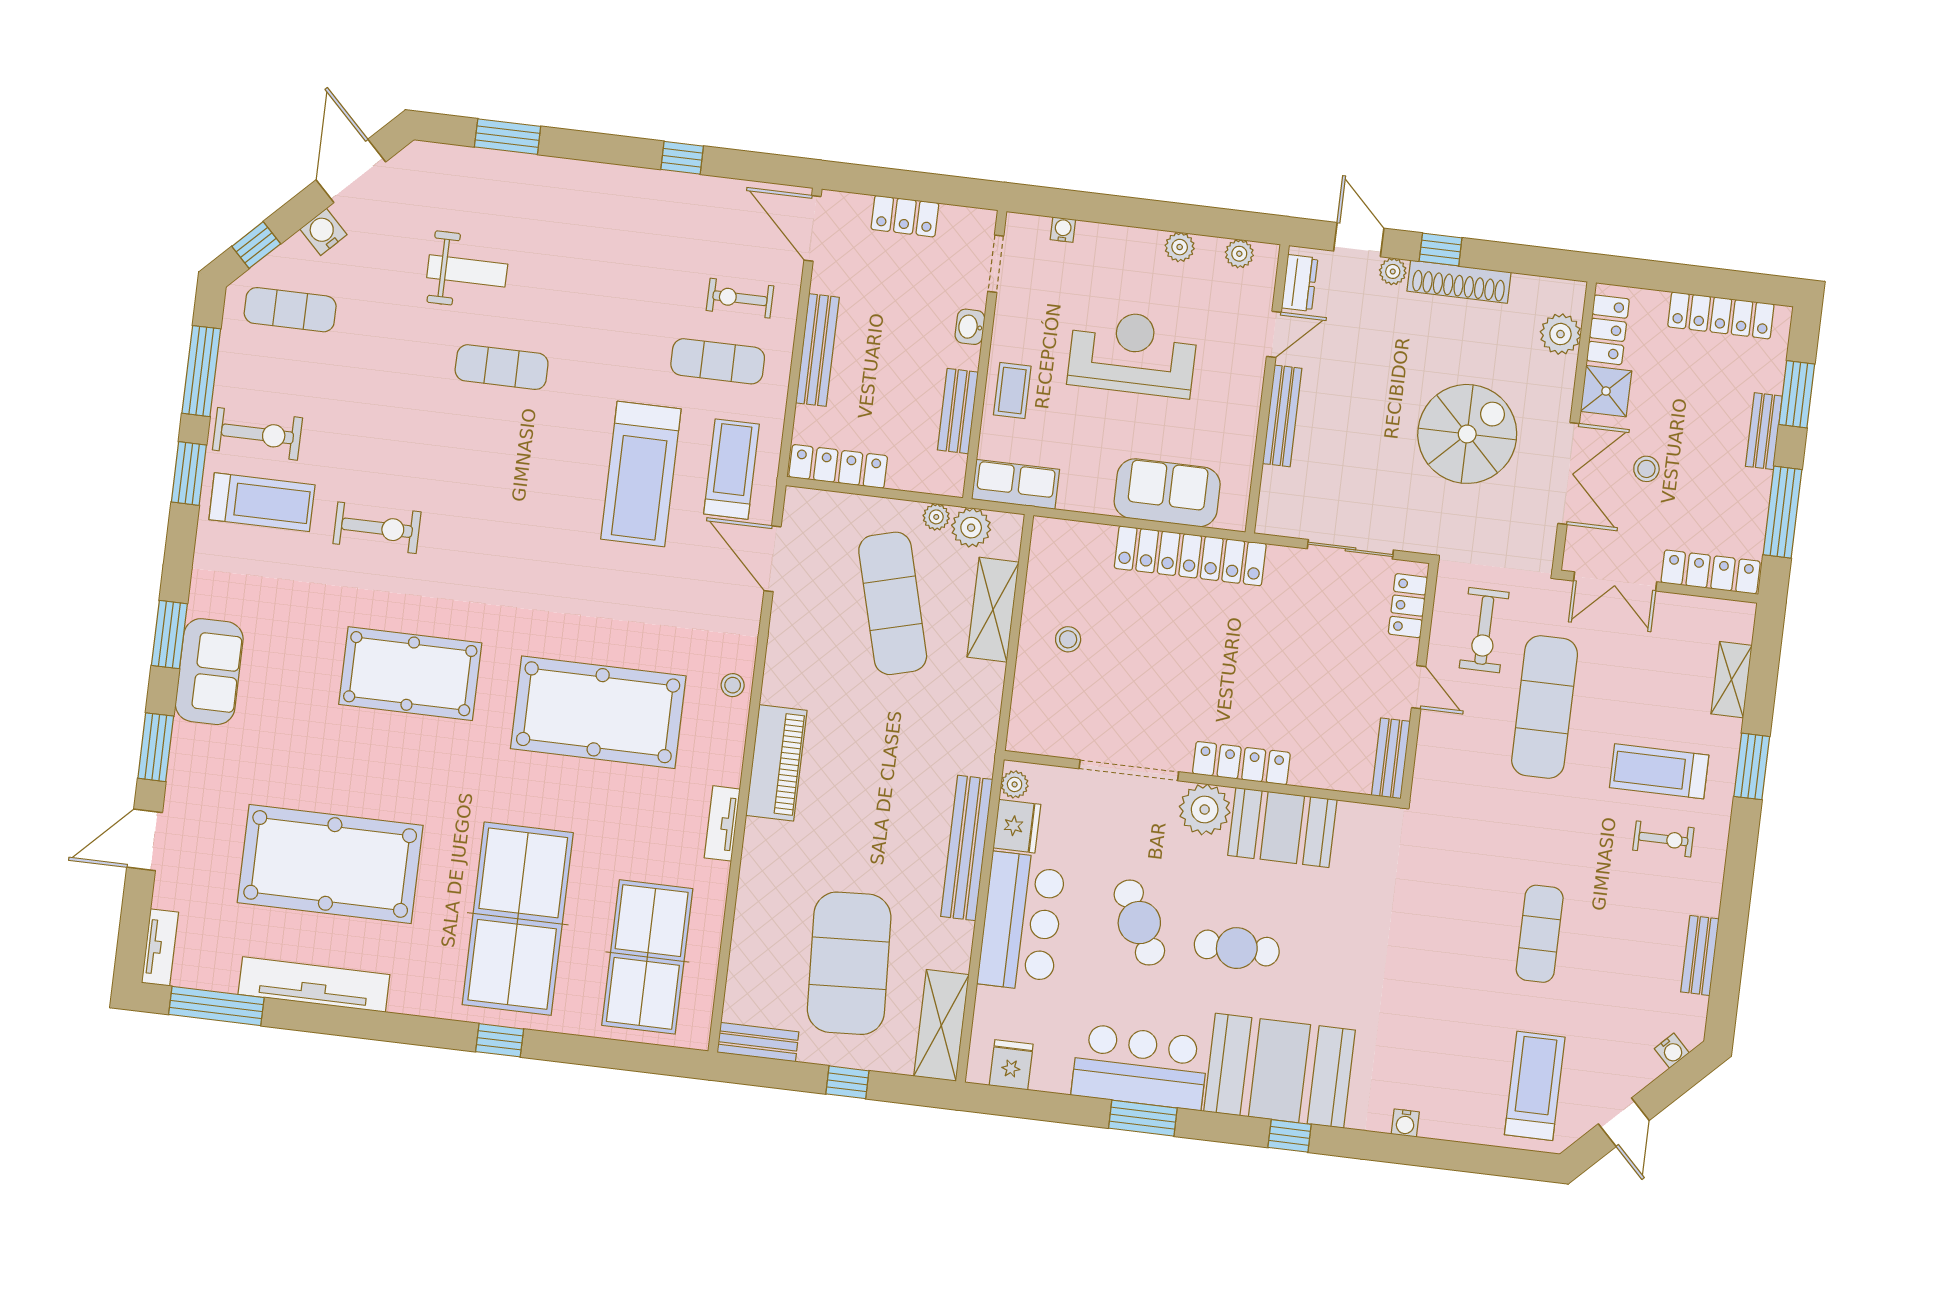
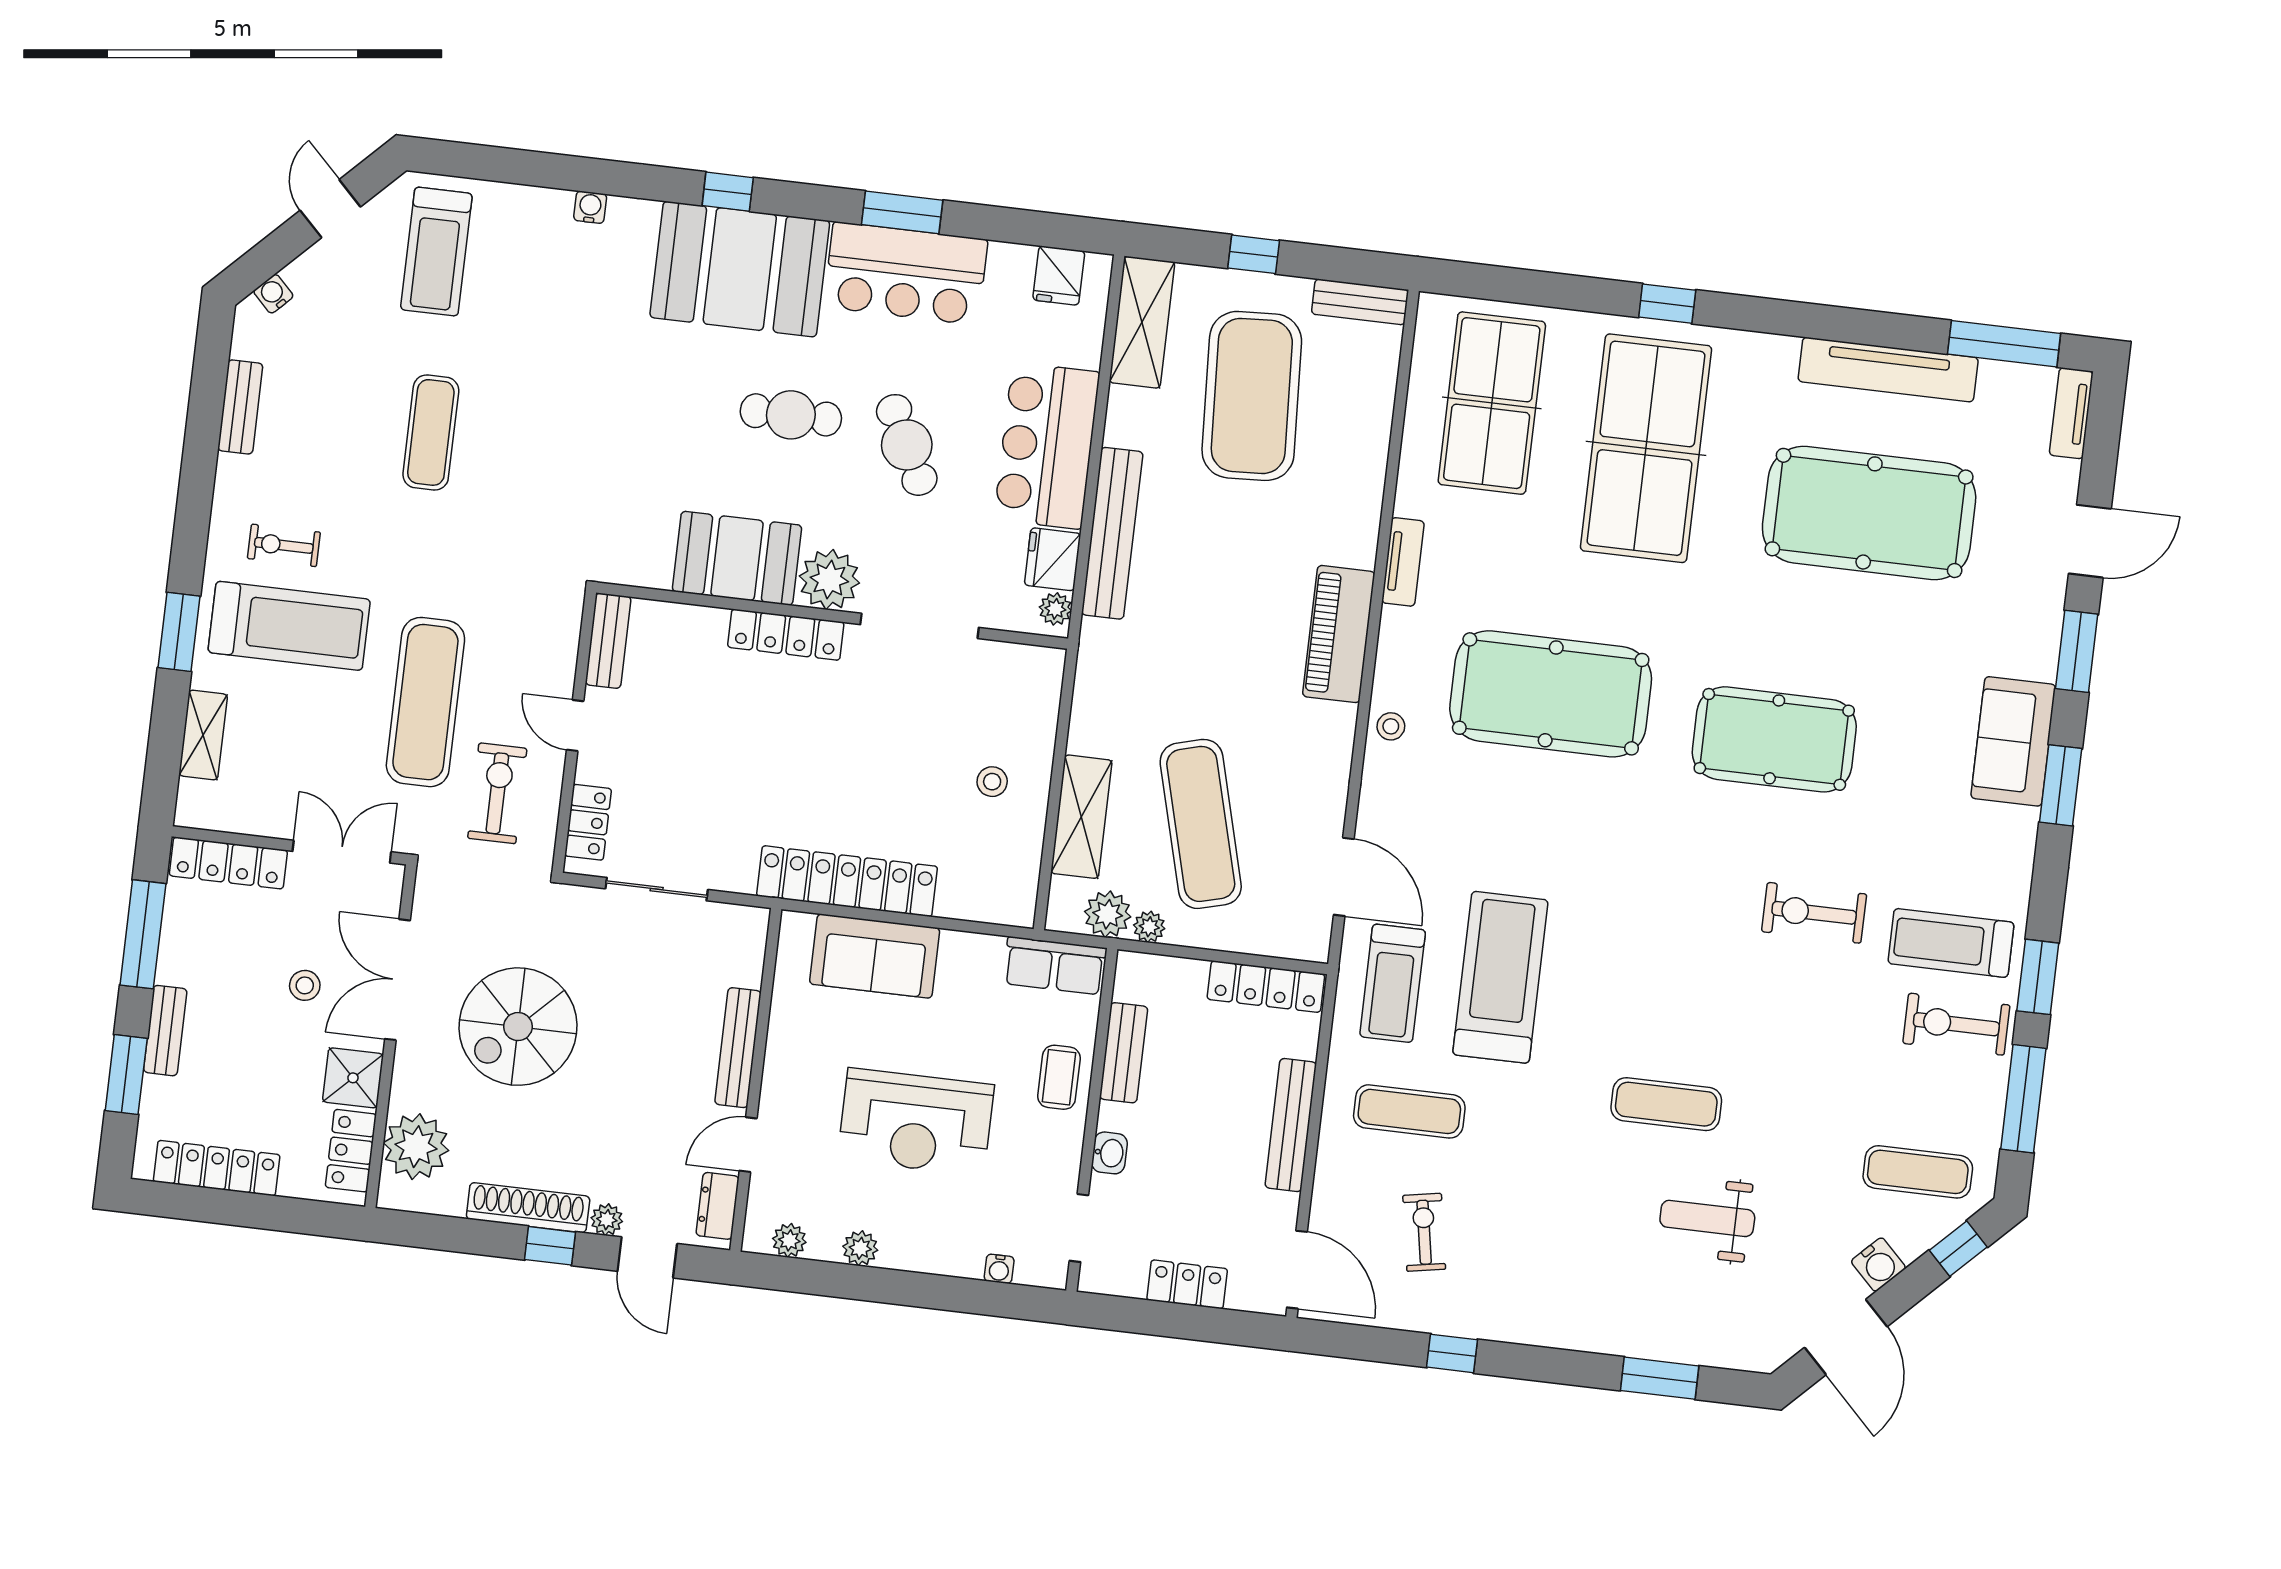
exercise bike: (740, 298) -> (1424, 1232), moved, turned -100
plant: (1560, 334) -> (416, 1147), width x1.36, depth x1.36
treadmill: (1659, 771) -> (289, 626), width x1.37, depth x1.37

